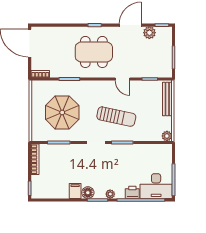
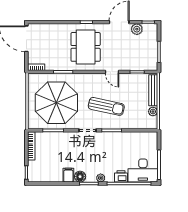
dining table: (94, 52) -> (86, 47), turned 90
parasol: (62, 112) -> (56, 103), width x1.36, depth x1.36
plant: (167, 136) -> (153, 112), moved

